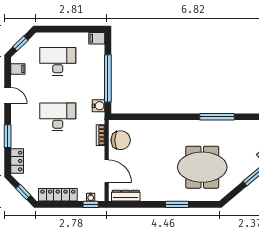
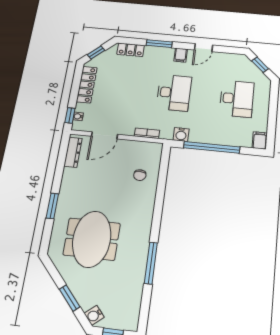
filing cabinet: (18, 69) -> (181, 55), moved
chair: (121, 140) -> (140, 175), moved, width x0.54, depth x0.54

